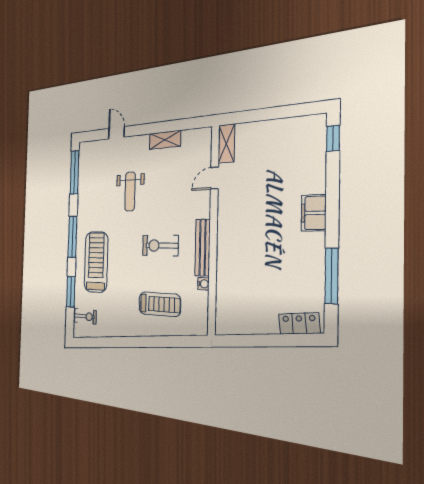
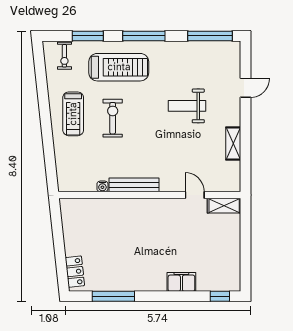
filing cabinet: (314, 213) -> (181, 282), moved
exercise bike: (160, 246) -> (113, 118), moved
treadmill: (160, 304) -> (73, 114), moved

